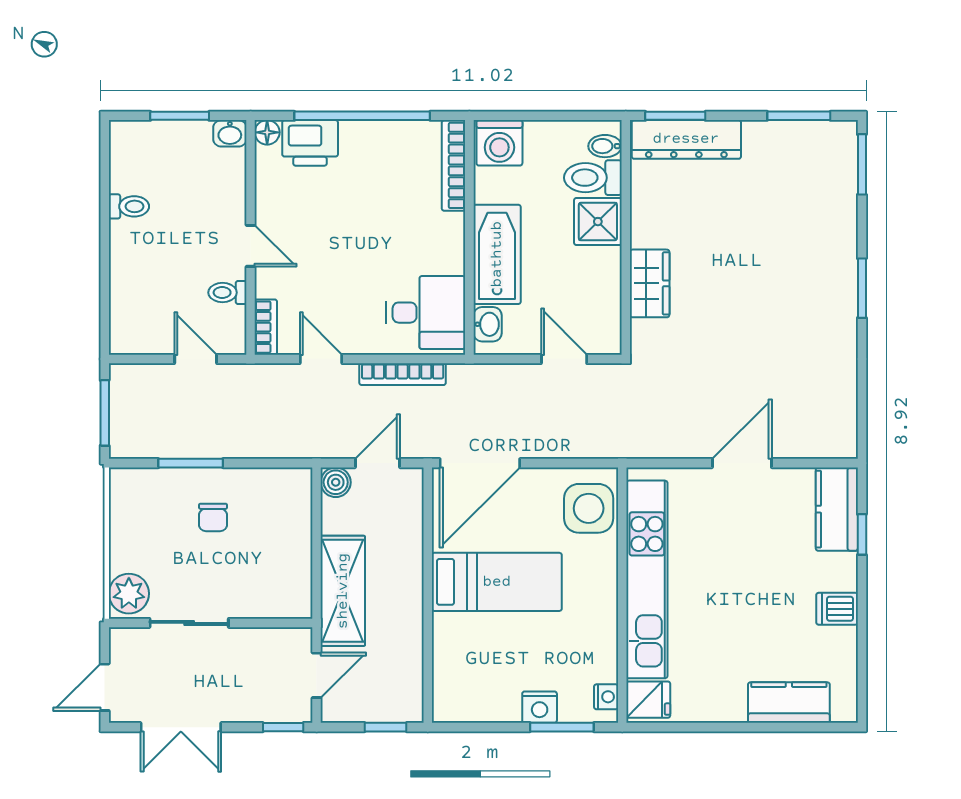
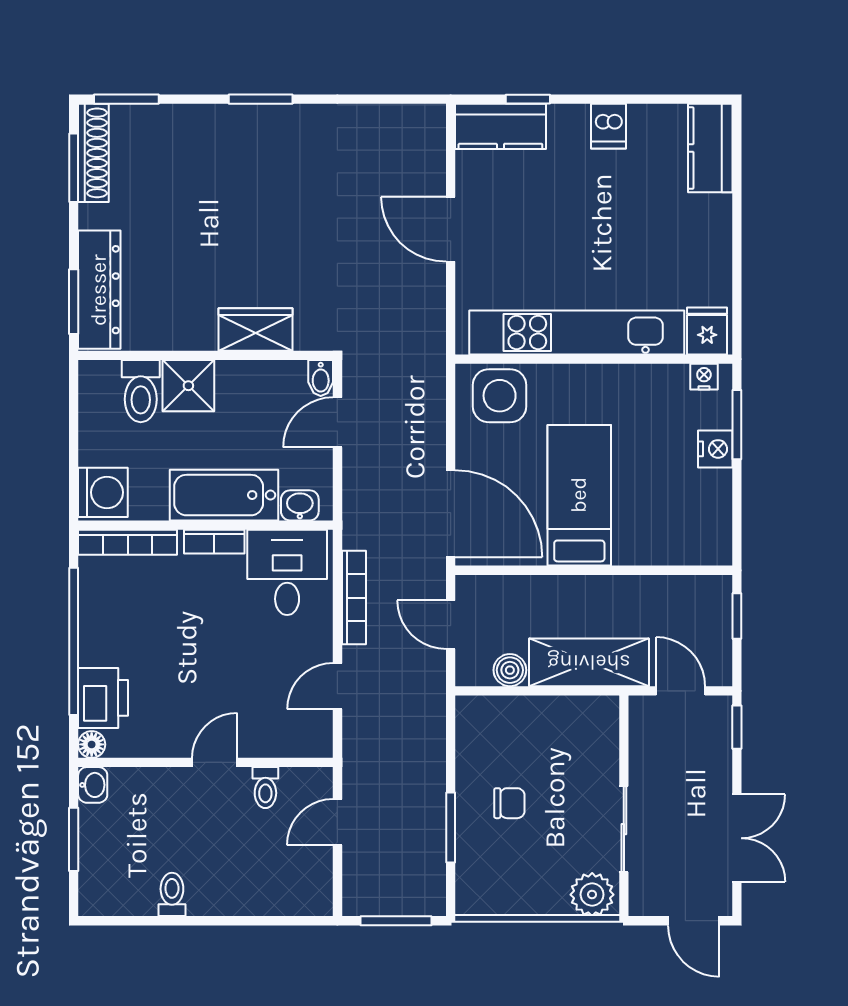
shoe rack: (812, 134) -> (93, 153), added
bidet: (605, 146) -> (321, 378), moved
bookcase: (266, 327) -> (214, 542), moved, turned 180
boiler: (336, 482) -> (510, 670), moved
kitchen counter: (789, 703) -> (710, 148), moved

